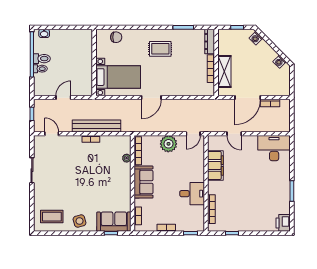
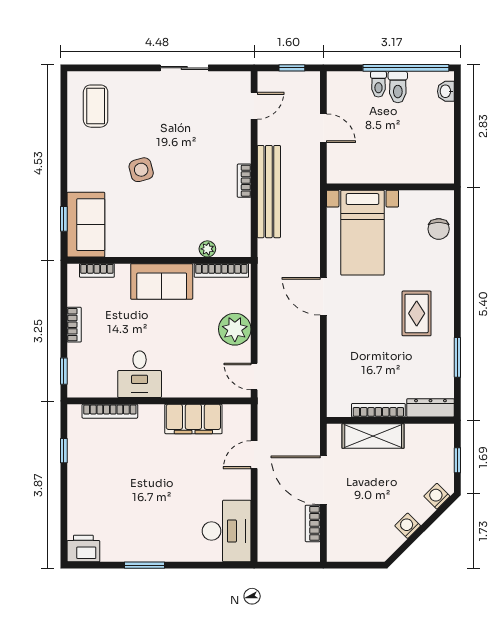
washing machine: (280, 62) -> (408, 526), moved
side table: (80, 221) -> (141, 170), moved

